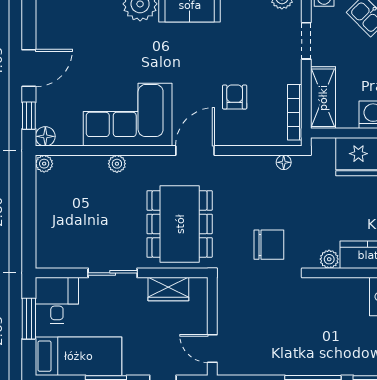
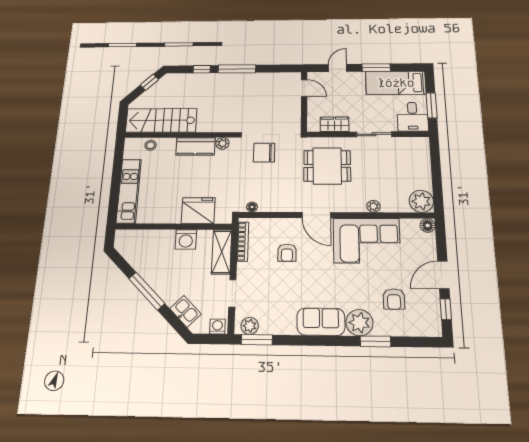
armchair: (95, 35) -> (394, 299), added
window: (29, 116) -> (446, 309), moved
door: (195, 151) -> (316, 215), hinge flipped
plant: (44, 164) -> (421, 201), width x1.88, depth x1.88
dining table: (180, 224) -> (327, 166), width x0.73

